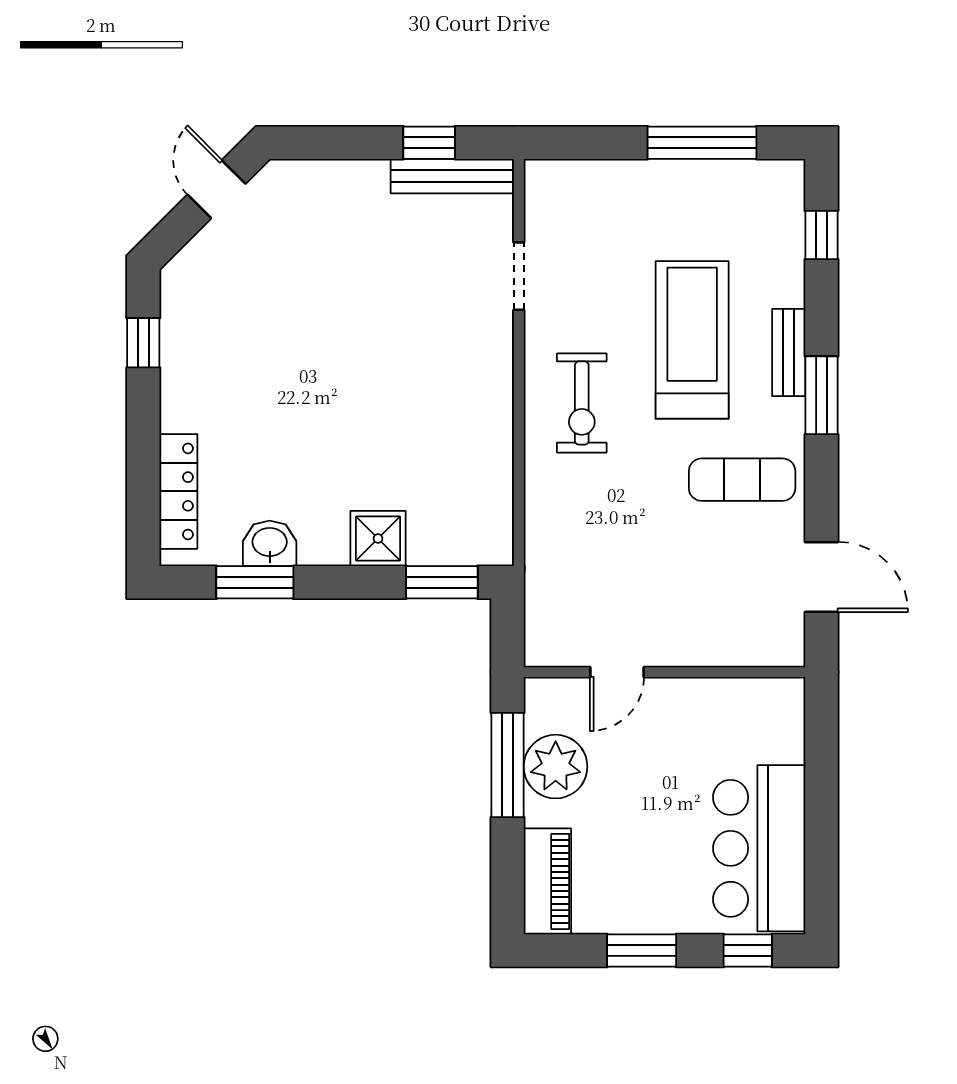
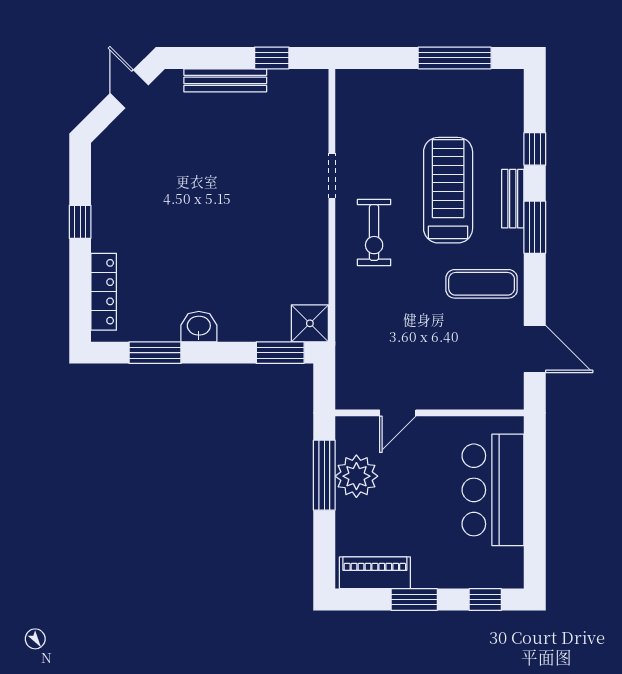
bench: (452, 176) -> (225, 80), moved
window: (822, 235) -> (535, 149), moved
doorway: (519, 276) -> (332, 176), moved
window: (143, 343) -> (80, 222), moved
shower: (378, 539) -> (310, 323), moved
washbasin: (270, 543) -> (199, 327), moved
bar counter: (759, 848) -> (493, 490), moved
piano: (547, 881) -> (375, 573), moved, turned -90

